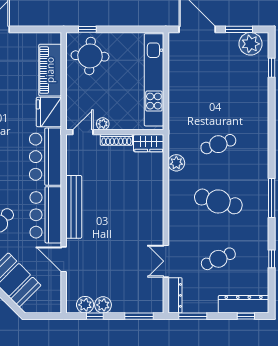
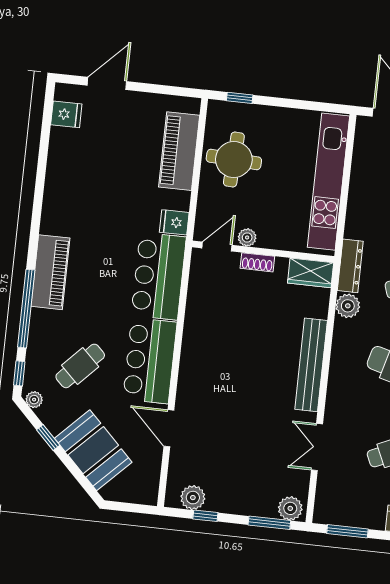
round table: (90, 56) -> (234, 160), moved
fridge: (49, 112) -> (174, 222), width x0.53, depth x0.75
shoe rack: (116, 140) -> (257, 262), width x0.70
bench: (74, 207) -> (311, 365), moved
dresser: (175, 295) -> (350, 266), moved
plant: (103, 305) -> (290, 508), moved

